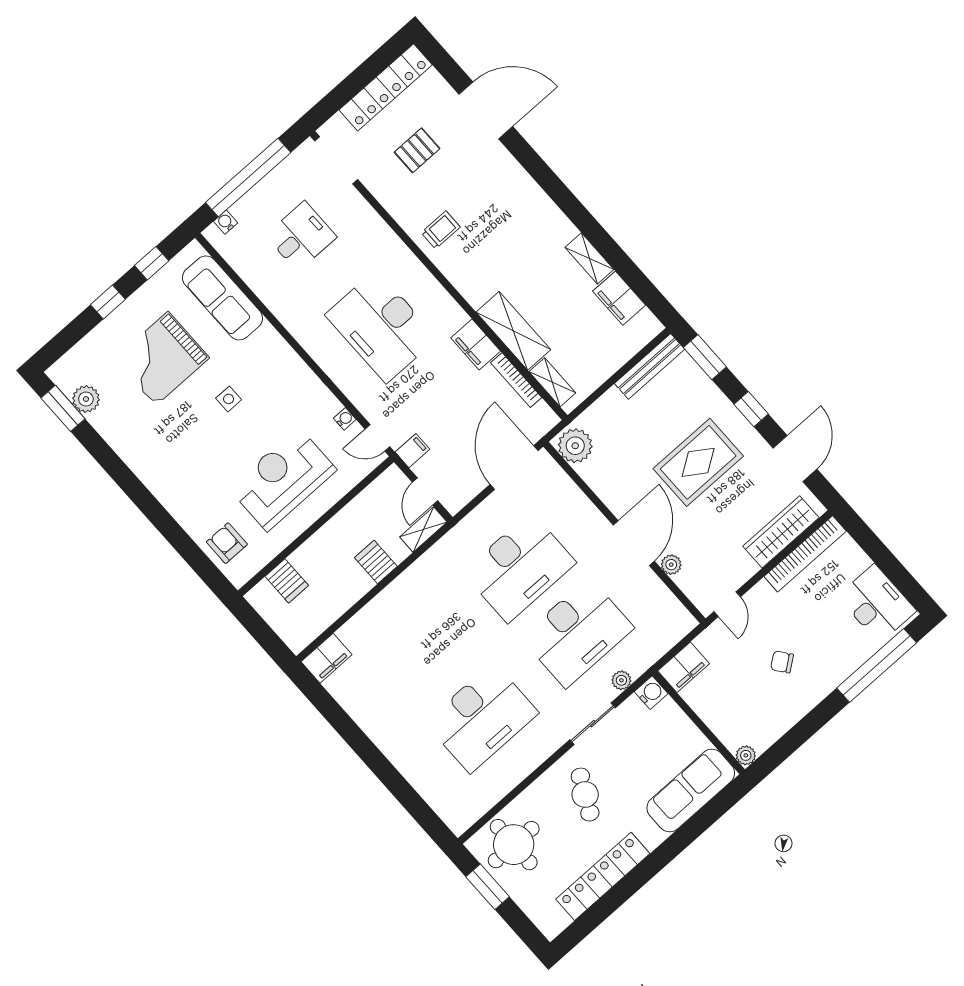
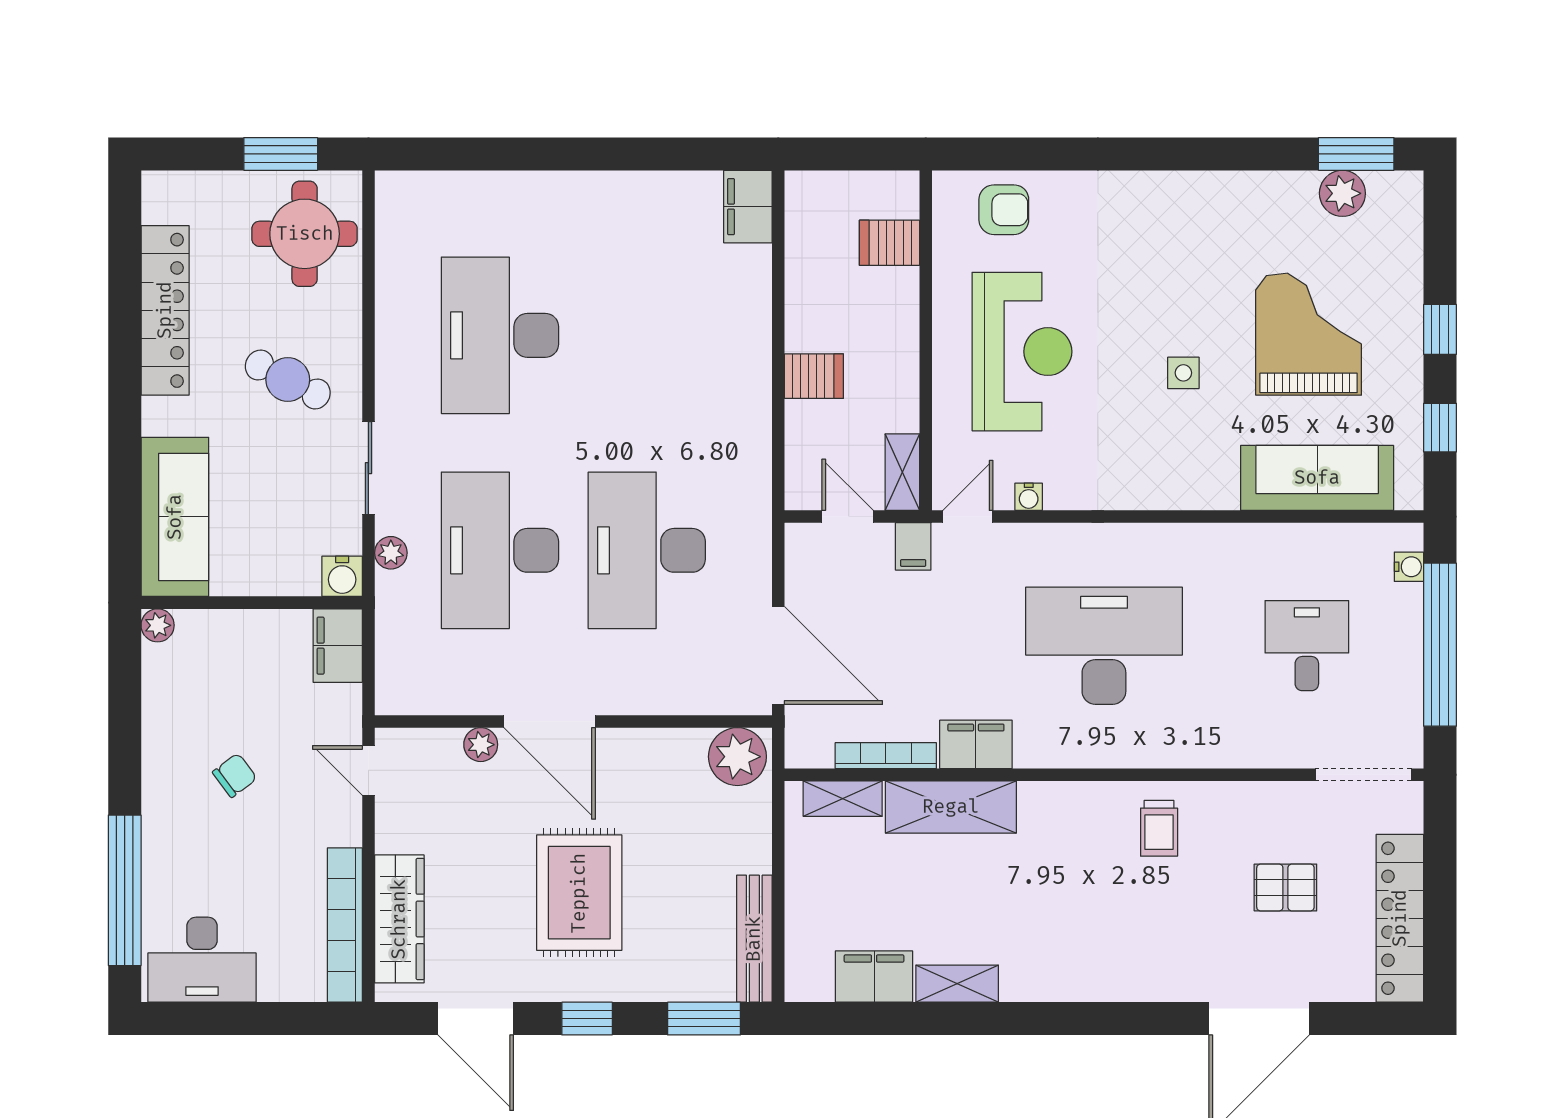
pallet: (417, 150) -> (1285, 888), turned 90
desk: (301, 236) -> (1307, 646), turned 180
shelving: (423, 529) -> (902, 472), moved

